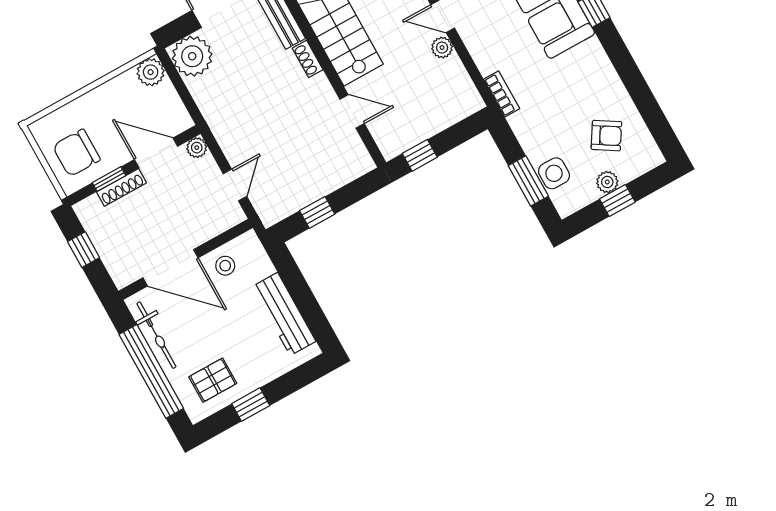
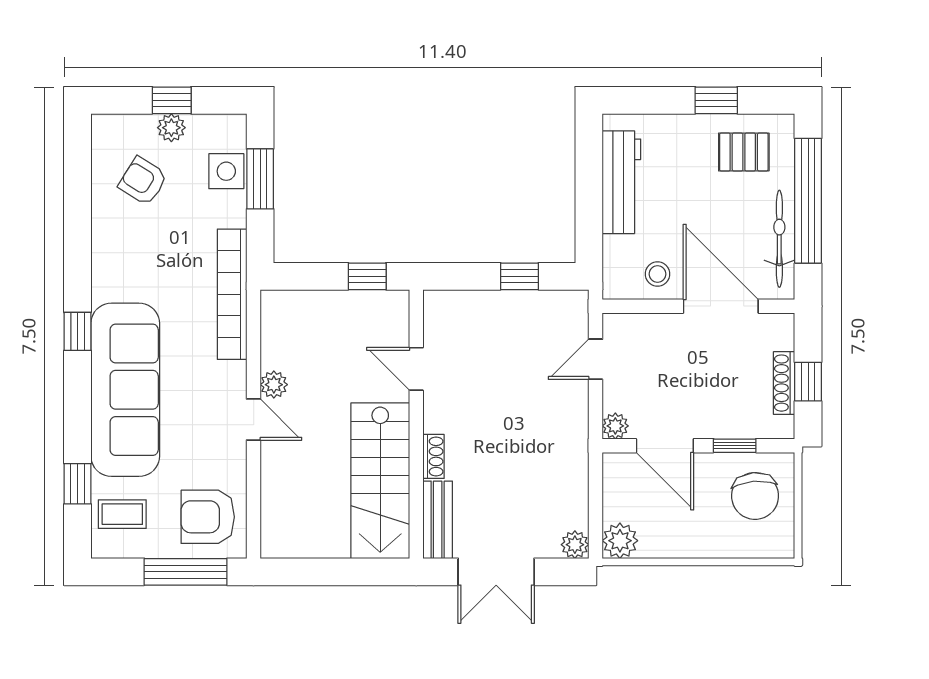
plant: (192, 56) -> (575, 545), width x0.53, depth x0.53
bookcase: (502, 94) -> (232, 294), width x2.31, depth x1.31
chair: (76, 153) -> (755, 496), turned 85
shoe rack: (121, 187) -> (784, 383), moved, turned -90

